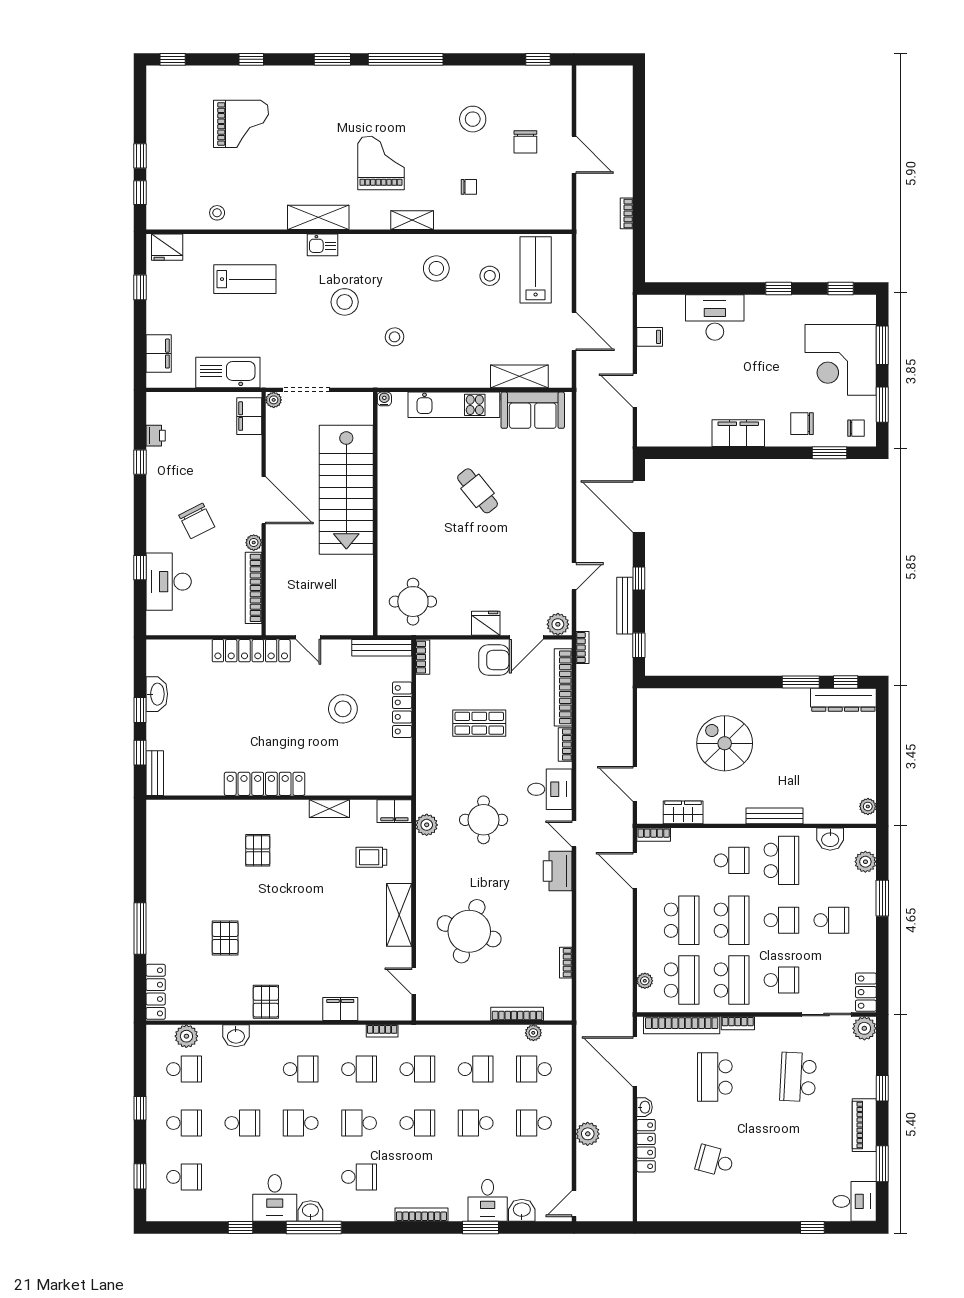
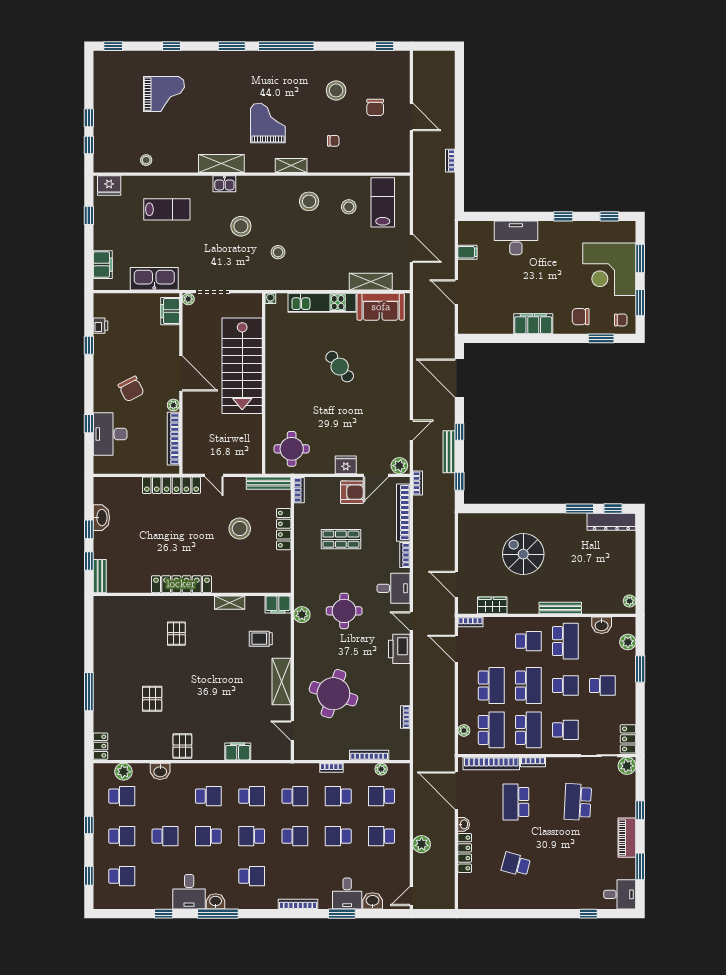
locker: (156, 992) -> (101, 746), width x0.66
bookcase: (382, 1031) -> (331, 768), moved
school desk: (476, 1069) -> (338, 796), turned 180

